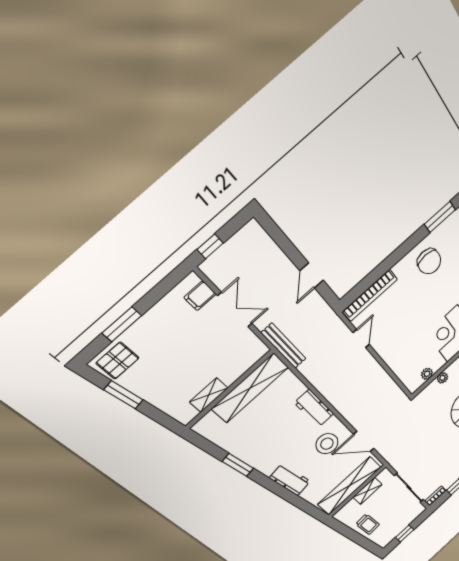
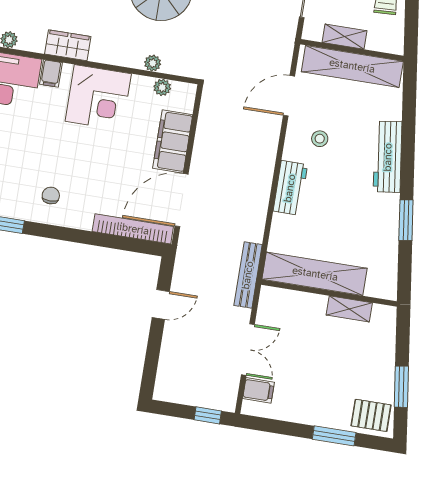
chair: (429, 261) -> (51, 196), width x0.54, depth x0.54
double door: (235, 310) -> (248, 350), swing flipped
door: (361, 338) -> (182, 200), width x1.88
filing cabinet: (396, 358) -> (173, 141), added
door: (364, 441) -> (289, 96), swing flipped
stool: (327, 444) -> (320, 139), width x0.53, depth x0.53
workbench: (290, 480) -> (388, 157), width x1.38

